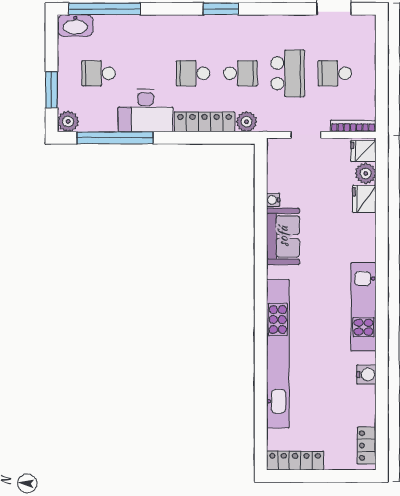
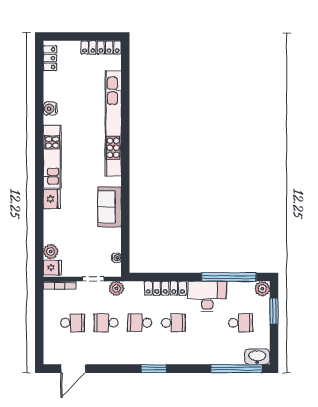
school desk: (288, 73) -> (106, 323), width x0.54
plant: (247, 122) -> (116, 288), moved
fridge: (364, 199) -> (52, 199), moved
water cooler: (273, 200) -> (117, 258), moved

